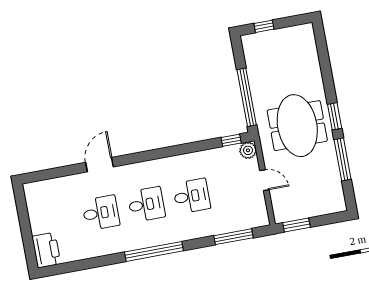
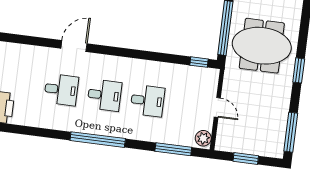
meeting table: (297, 126) -> (262, 46), moved, turned 90
plant: (248, 150) -> (203, 138), moved
window: (343, 159) -> (291, 132), moved
window: (296, 225) -> (246, 159), moved

